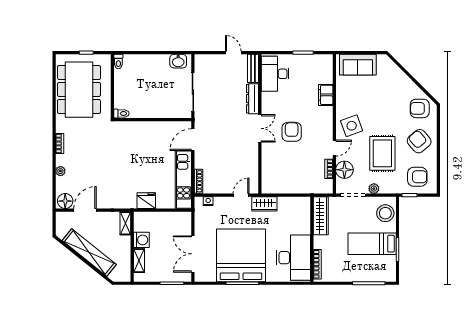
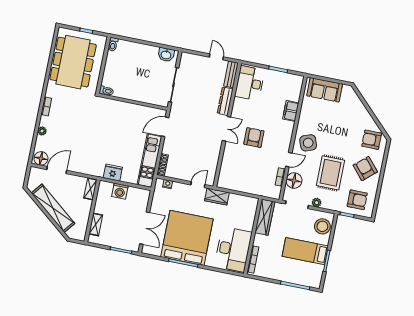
washing machine: (141, 240) -> (120, 191), moved, turned 90
double door: (193, 254) -> (145, 228), swing flipped

